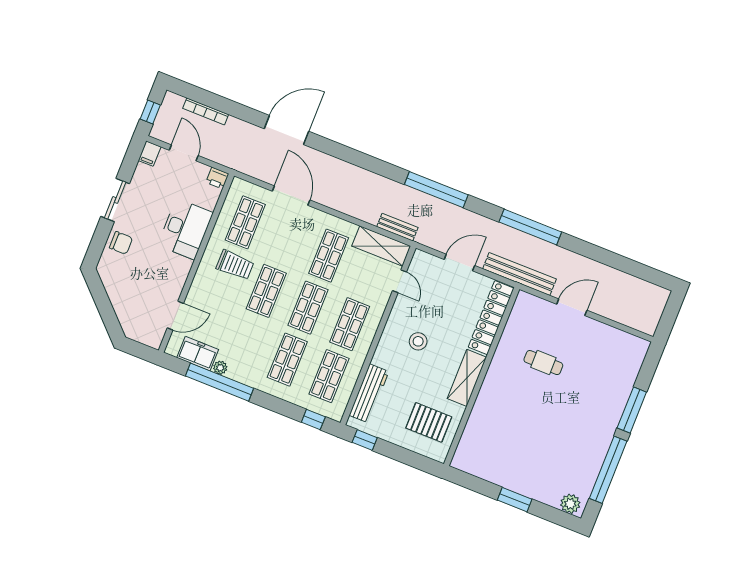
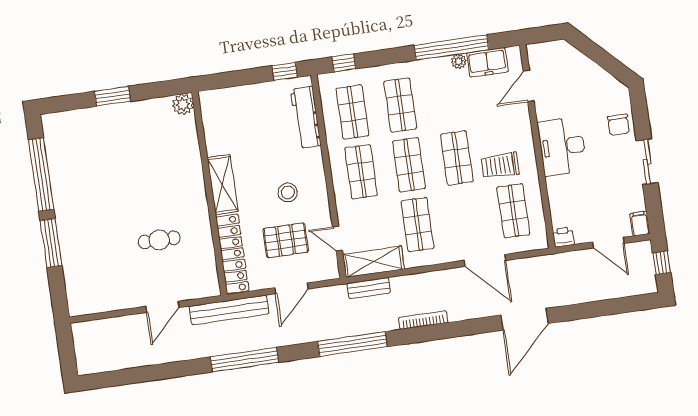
bookcase: (206, 111) -> (423, 320), moved
desk: (185, 229) -> (562, 146), moved
chair: (121, 243) -> (619, 125), turned -90
pallet: (429, 422) -> (286, 240), moved
plant: (570, 504) -> (183, 104), moved

